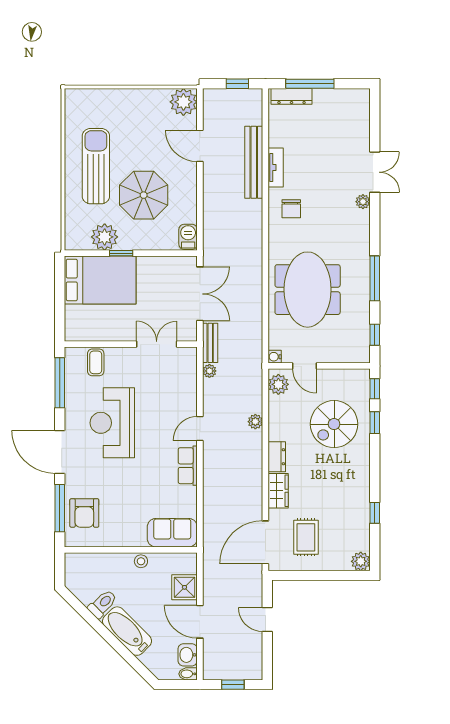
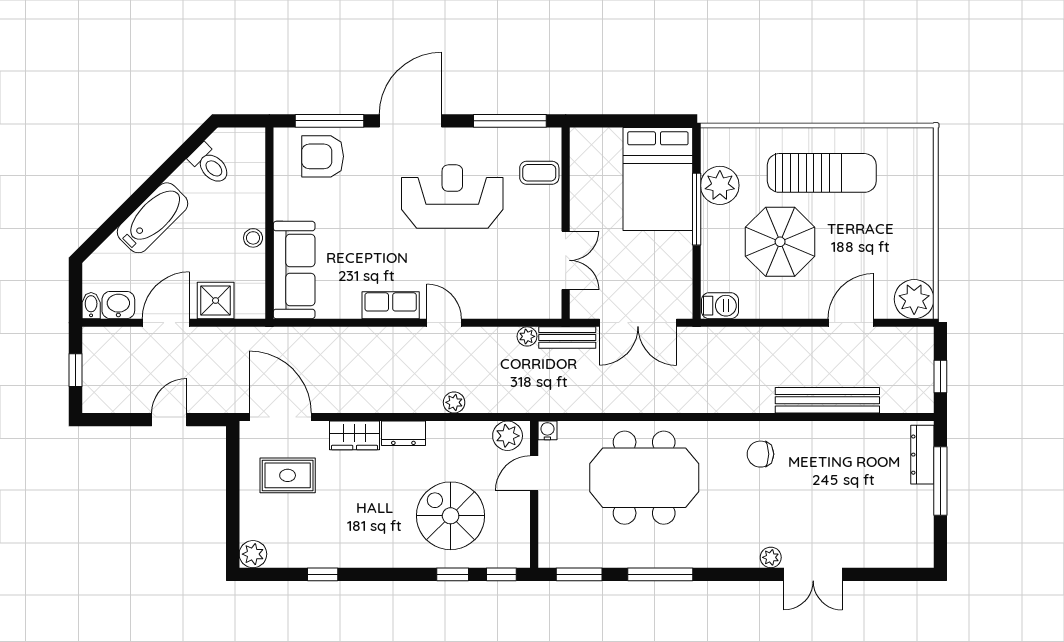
tv unit: (276, 167) -> (820, 432), removed
window: (121, 253) -> (697, 209), width x2.17
window: (375, 335) -> (579, 574), width x1.50
sofa: (172, 533) -> (294, 270), width x1.36
toilet: (103, 604) -> (210, 164), moved

